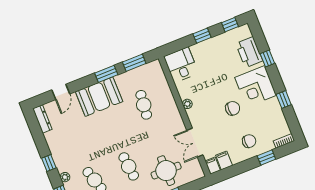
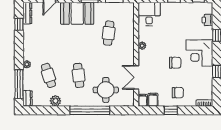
printer: (249, 52) -> (207, 20), width x0.53, depth x0.68
window: (266, 157) -> (171, 110), moved
window: (49, 163) -> (19, 24), moved

